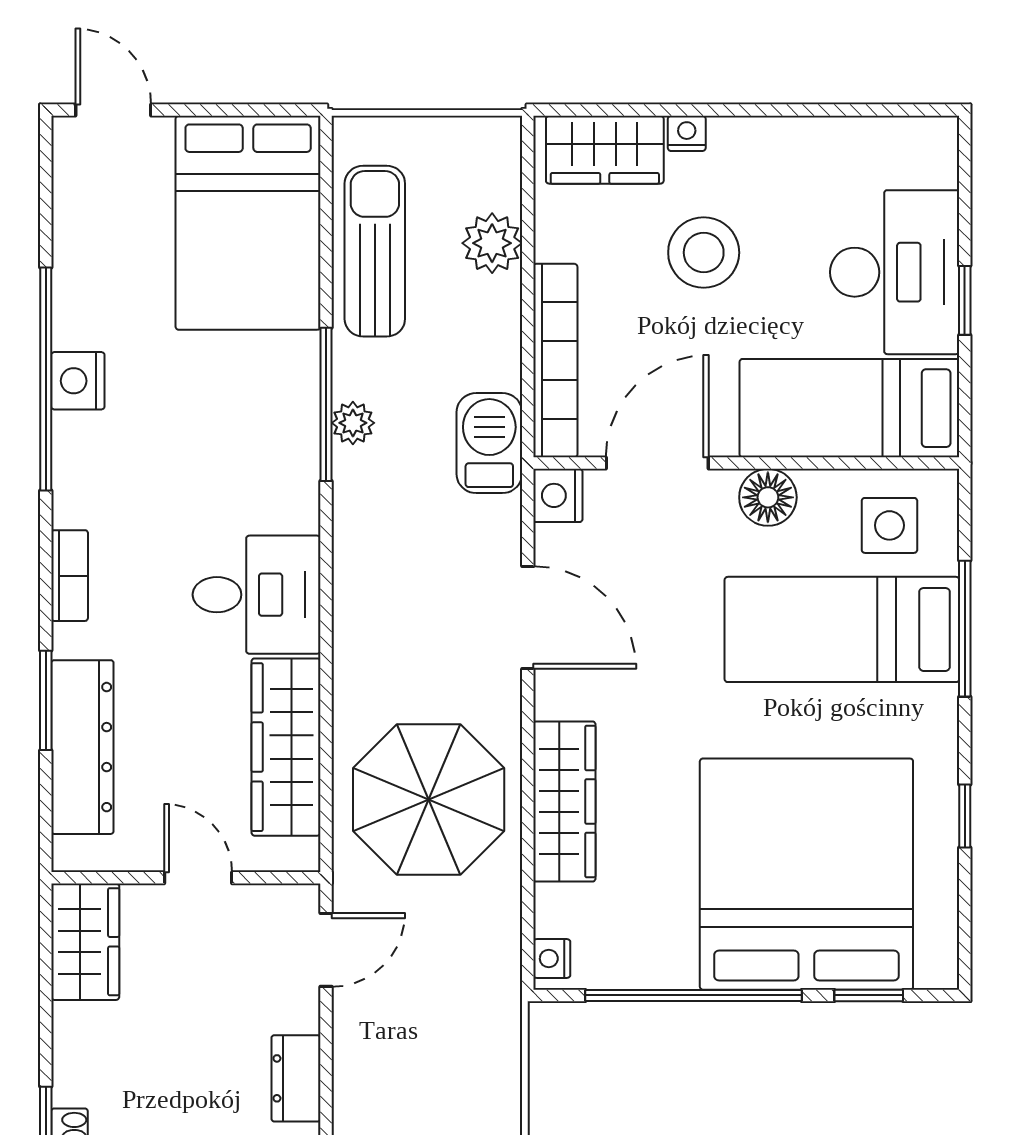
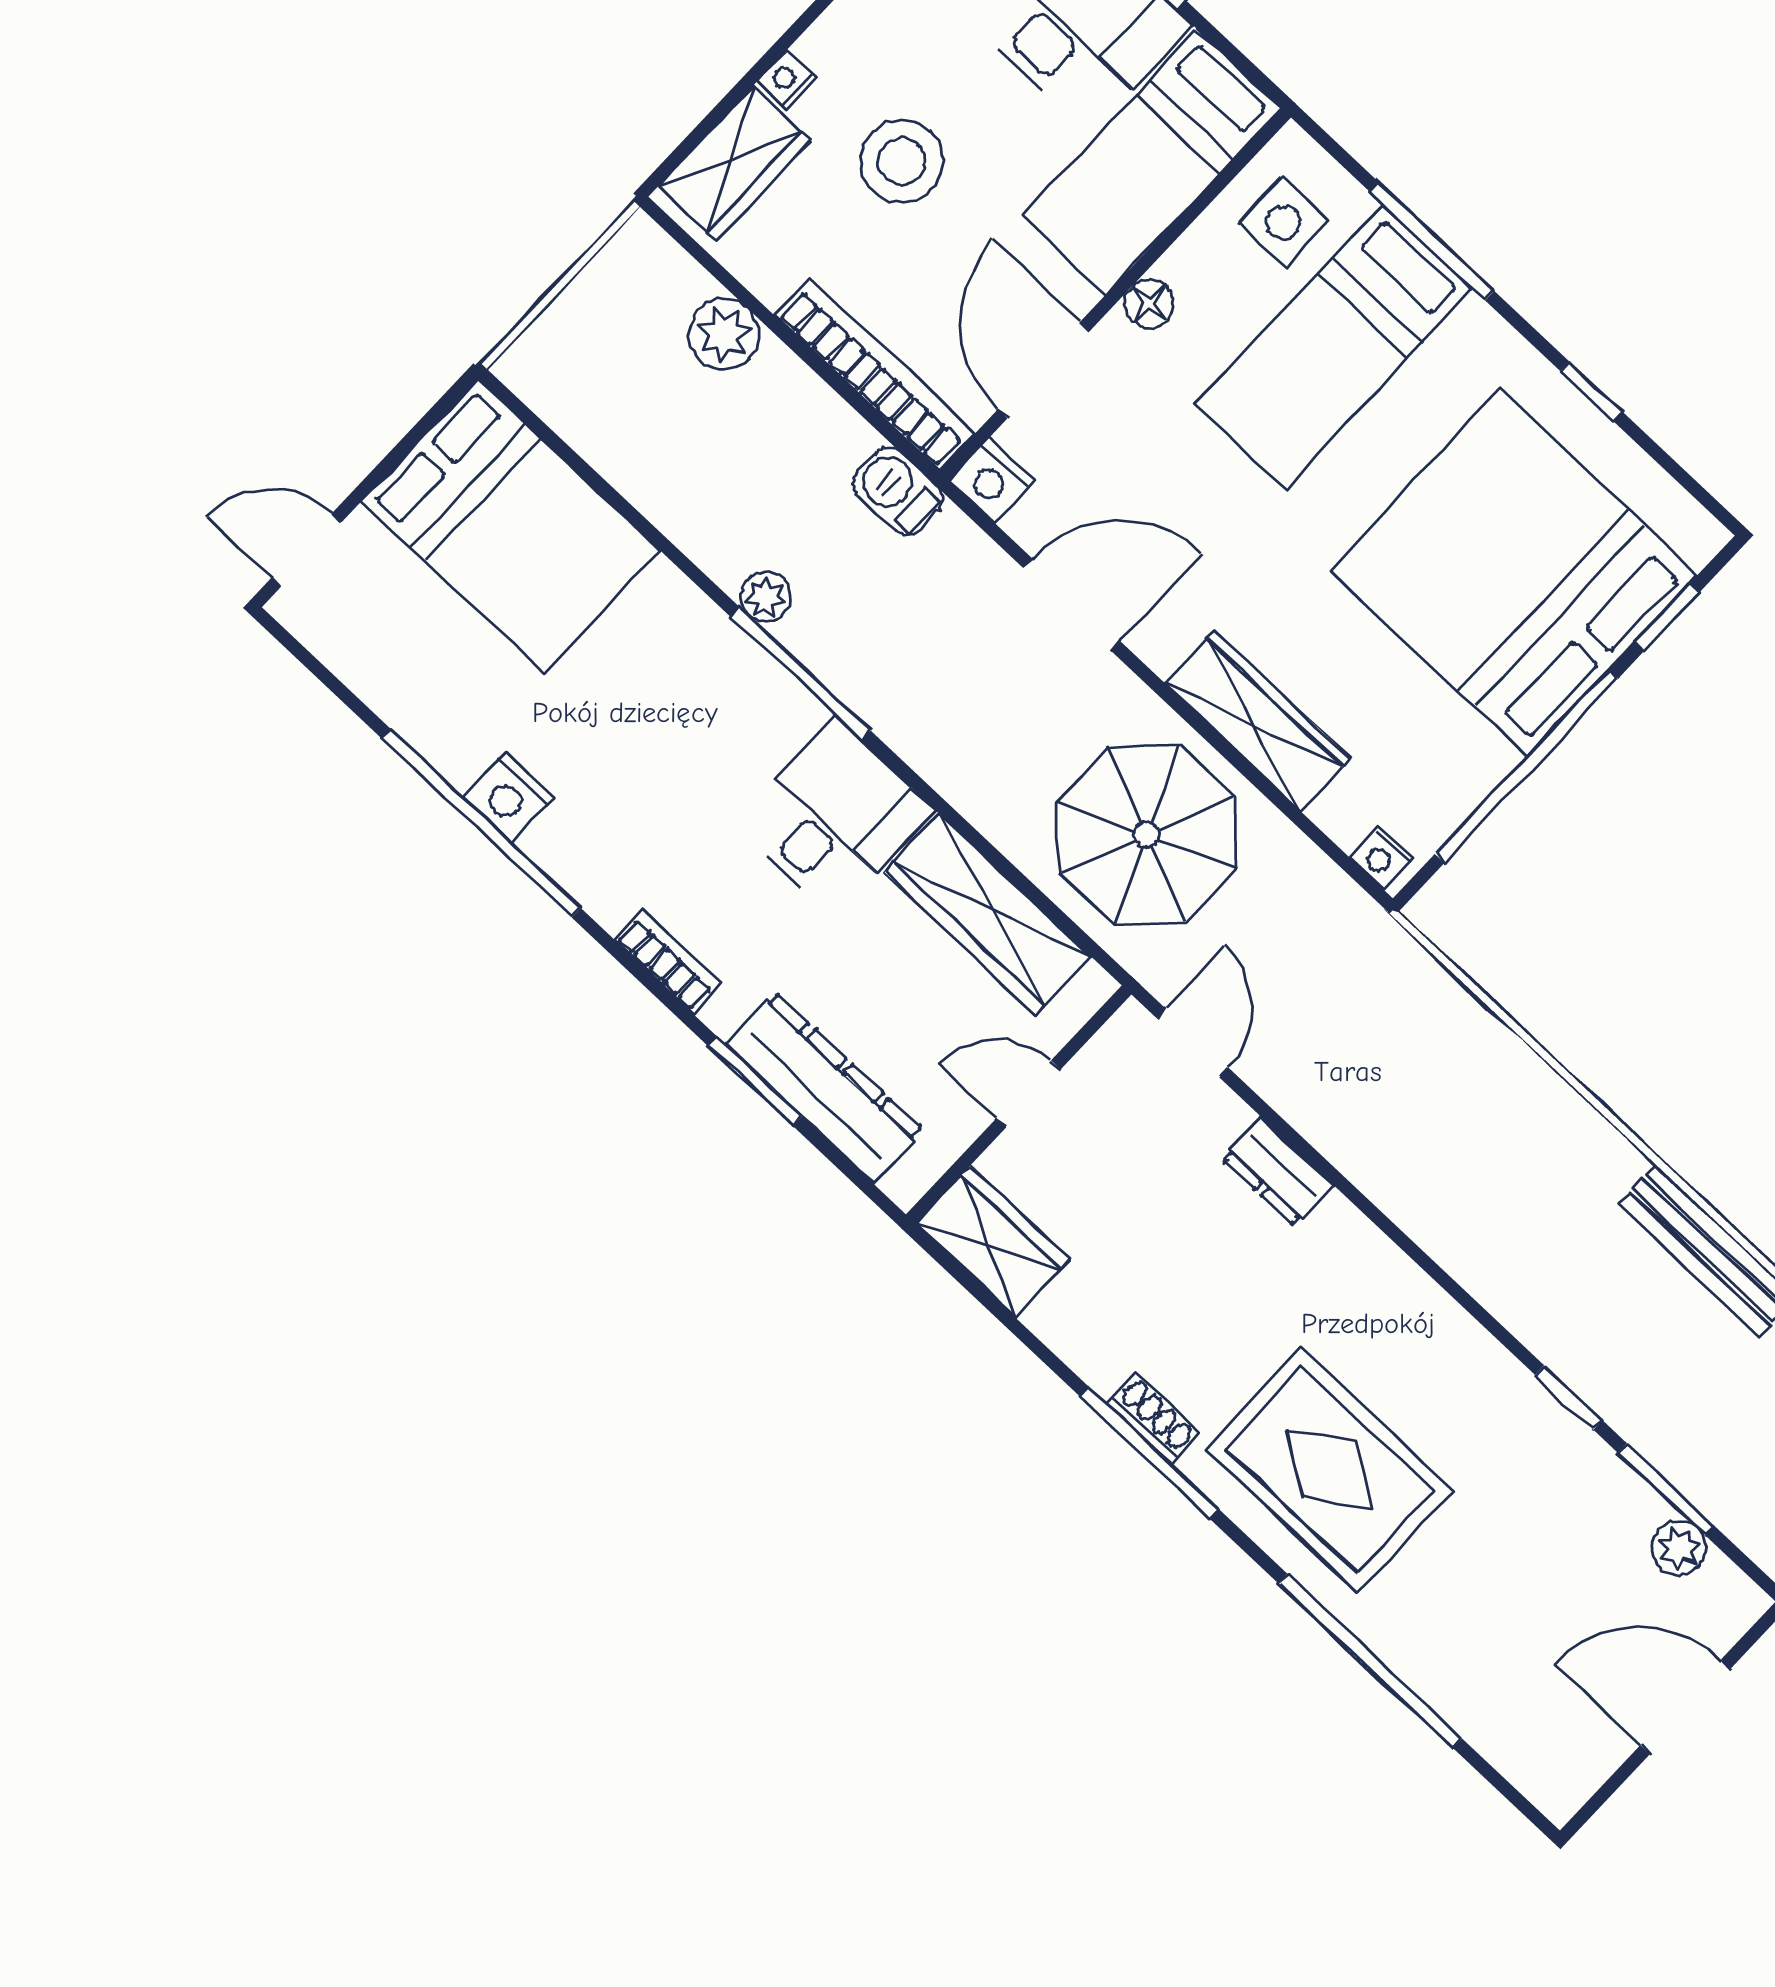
sun lounger: (375, 251) -> (637, 440), removed
window: (326, 404) -> (801, 674), moved
barbecue: (489, 443) -> (897, 491), width x0.73, depth x0.79
floor lamp: (768, 497) -> (1149, 304), width x0.73, depth x0.73

